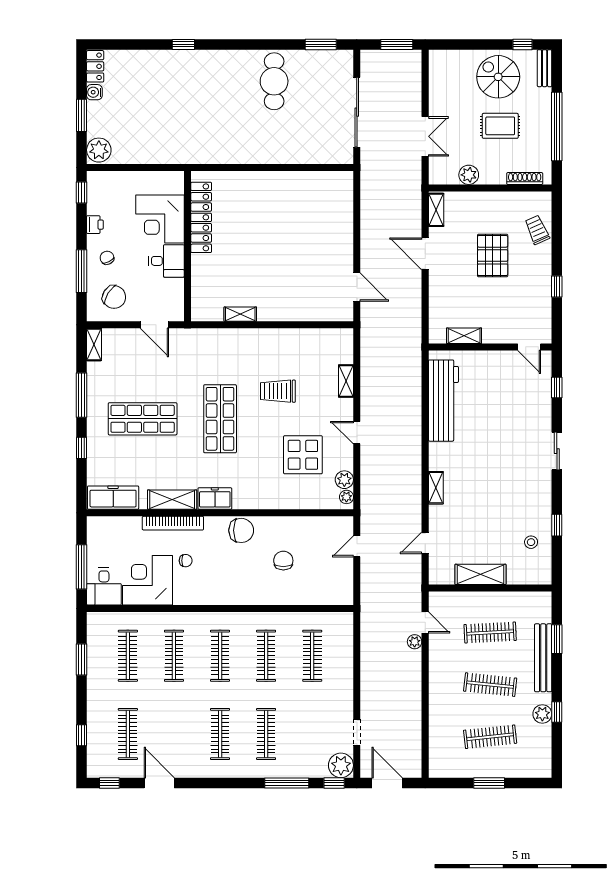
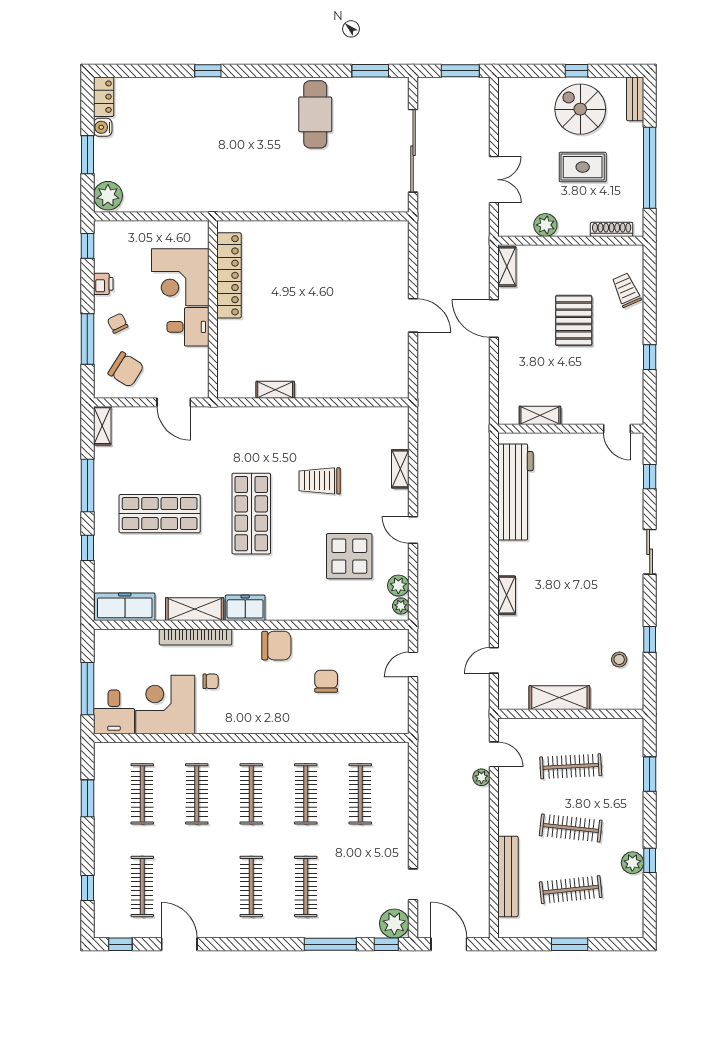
window: (523, 44) -> (576, 71), moved
door: (357, 287) -> (413, 315), moved
bench: (543, 658) -> (508, 876), moved

